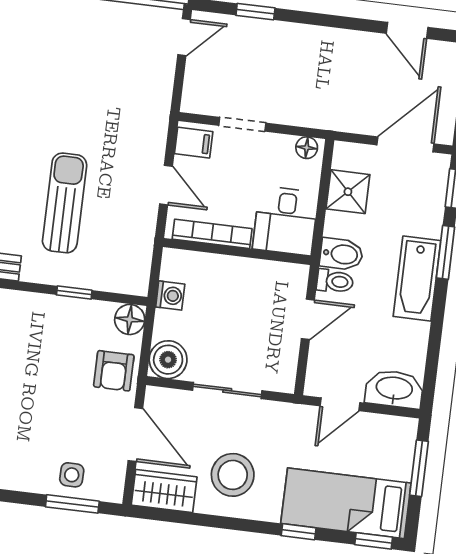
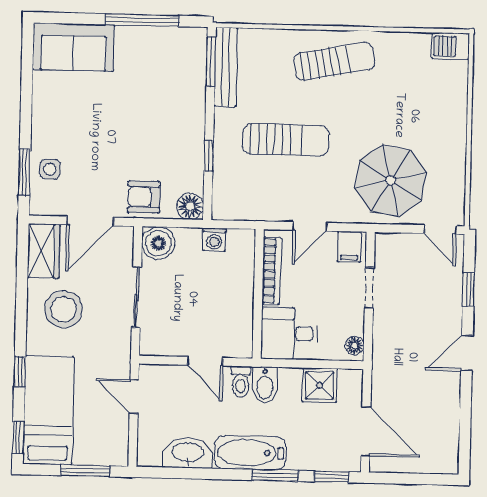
door: (407, 30) -> (467, 353), moved
parasol: (122, 88) -> (391, 180), added
washbasin: (394, 389) -> (188, 453), moved, turned -90

